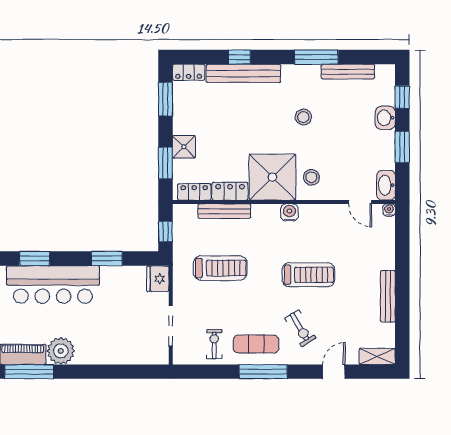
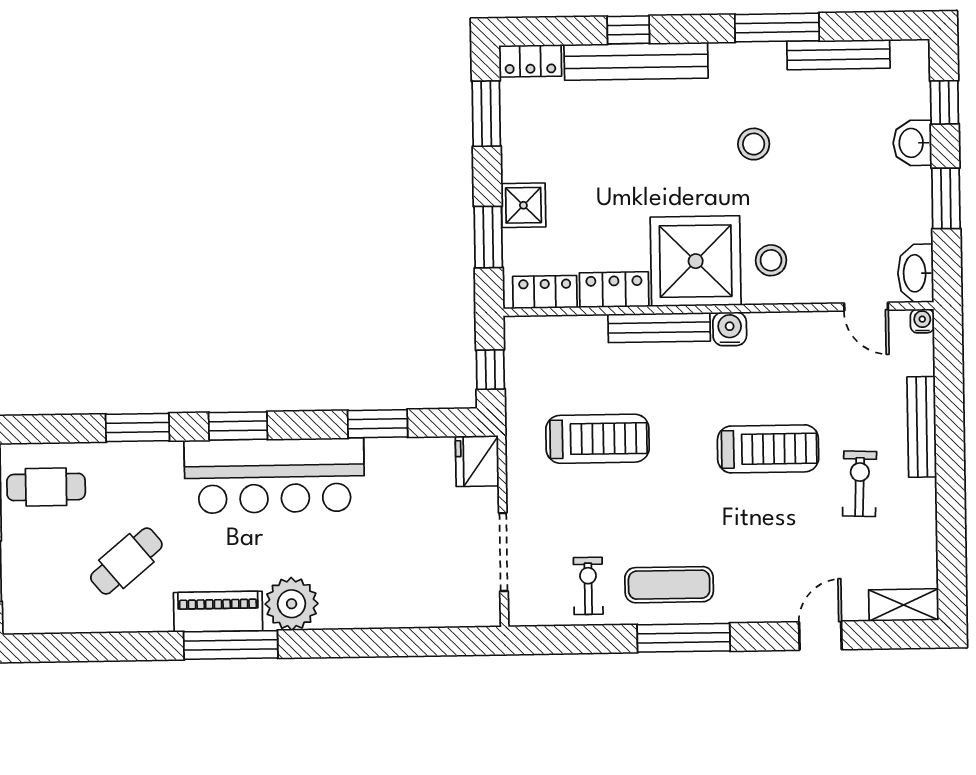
bench: (224, 211) -> (659, 328), moved
bench: (388, 296) -> (922, 427), moved
exercise bike: (300, 328) -> (860, 484), moved, turned -147

